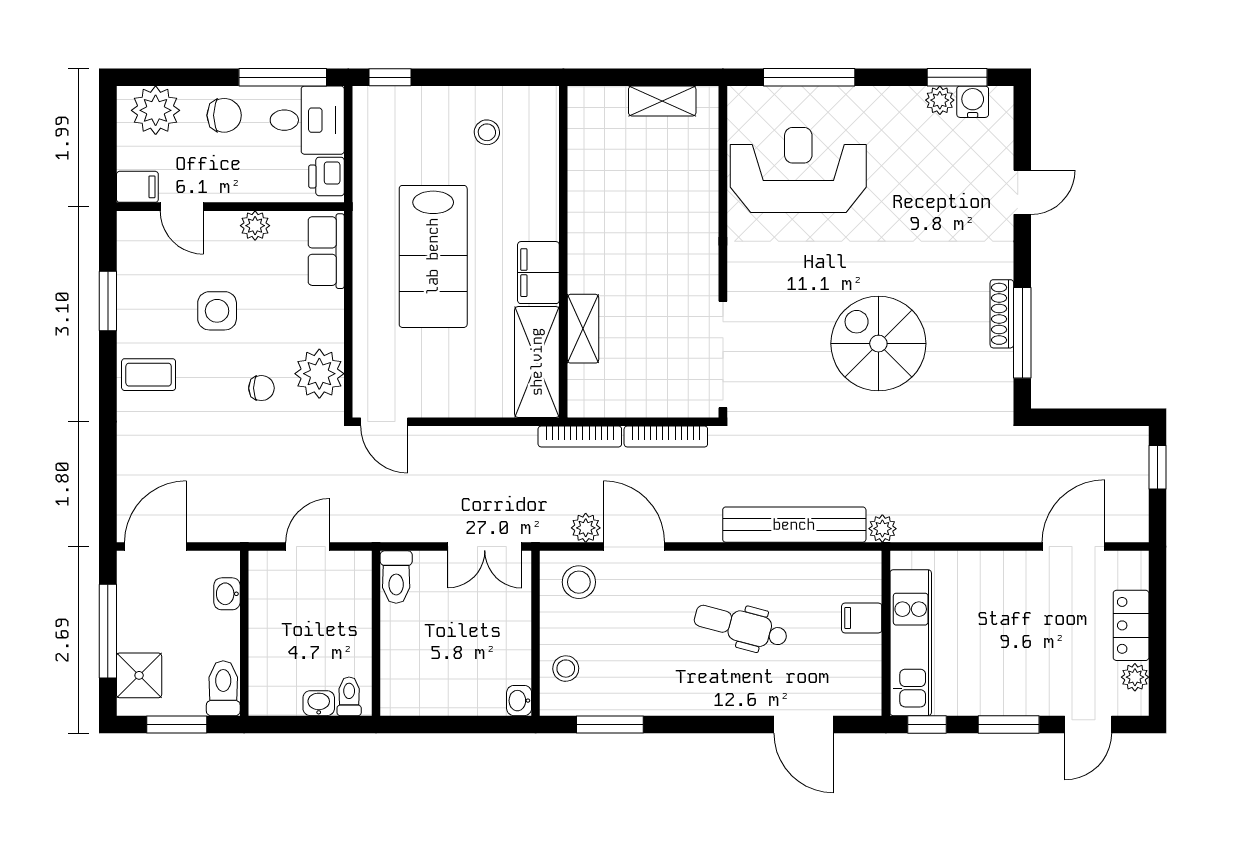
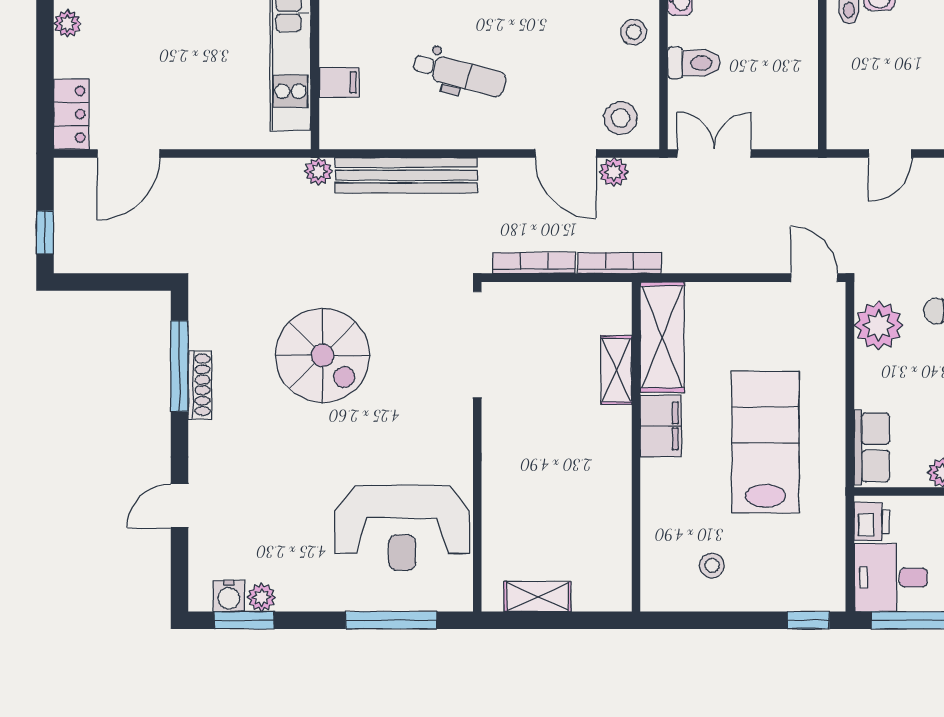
toilet: (396, 577) -> (694, 63), moved, turned 90
locker: (1131, 625) -> (71, 114), moved

